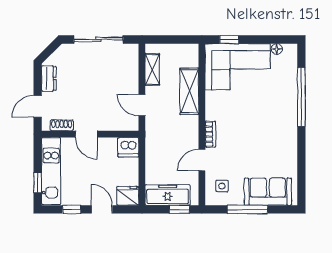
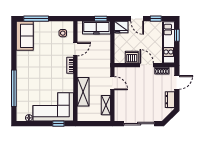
dishwasher: (128, 147) -> (132, 57), moved
sofa: (268, 192) -> (25, 36), moved, turned -90
window: (179, 209) -> (101, 19), moved
window: (247, 209) -> (36, 19), moved

